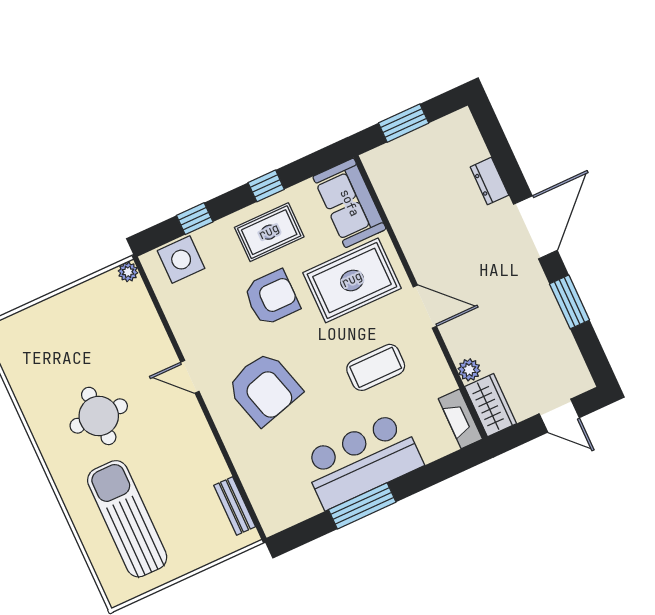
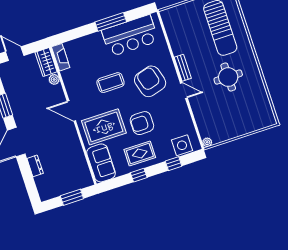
coffee table: (376, 367) -> (110, 83), moved
bar counter: (362, 461) -> (130, 36), moved
bench: (235, 506) -> (183, 68), moved

